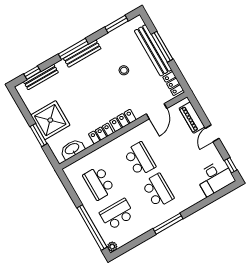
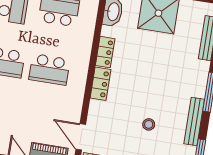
bench: (82, 54) -> (194, 121), moved
door: (157, 111) -> (81, 137), moved

